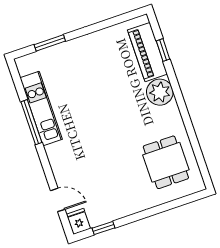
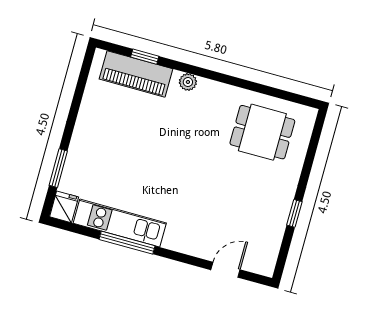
plant: (160, 92) -> (188, 82), width x0.53, depth x0.53
fridge: (78, 221) -> (64, 207), moved, turned 90
window: (104, 228) -> (294, 213), moved

